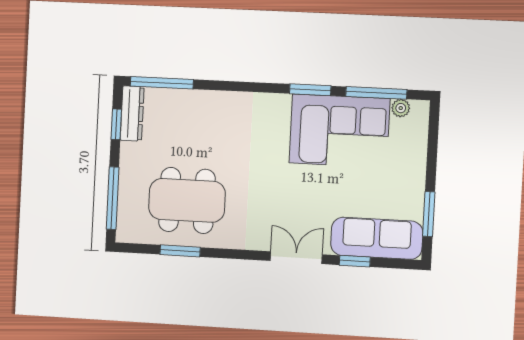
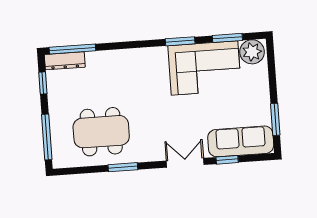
window: (376, 93) -> (227, 38), width x0.69
plant: (401, 108) -> (252, 52), width x1.88, depth x1.88
dresser: (132, 114) -> (65, 61), moved, turned 90
window: (180, 251) -> (123, 167), moved

